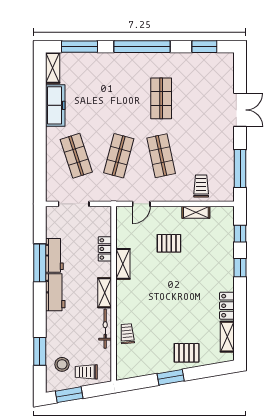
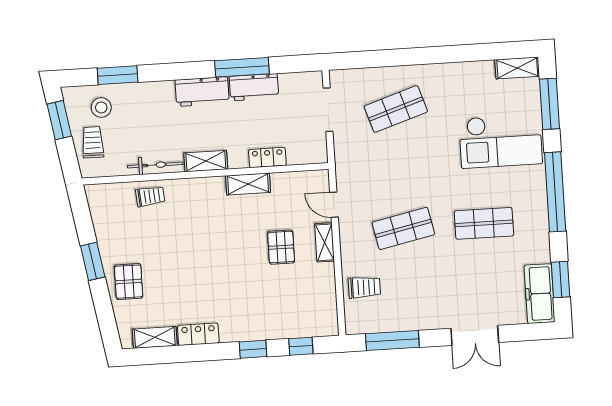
checkout: (104, 83) -> (501, 141), added
freezer: (55, 105) -> (540, 294), moved, turned 90
shop shelf: (119, 156) -> (400, 169), removed
shelving: (196, 212) -> (325, 242), moved

